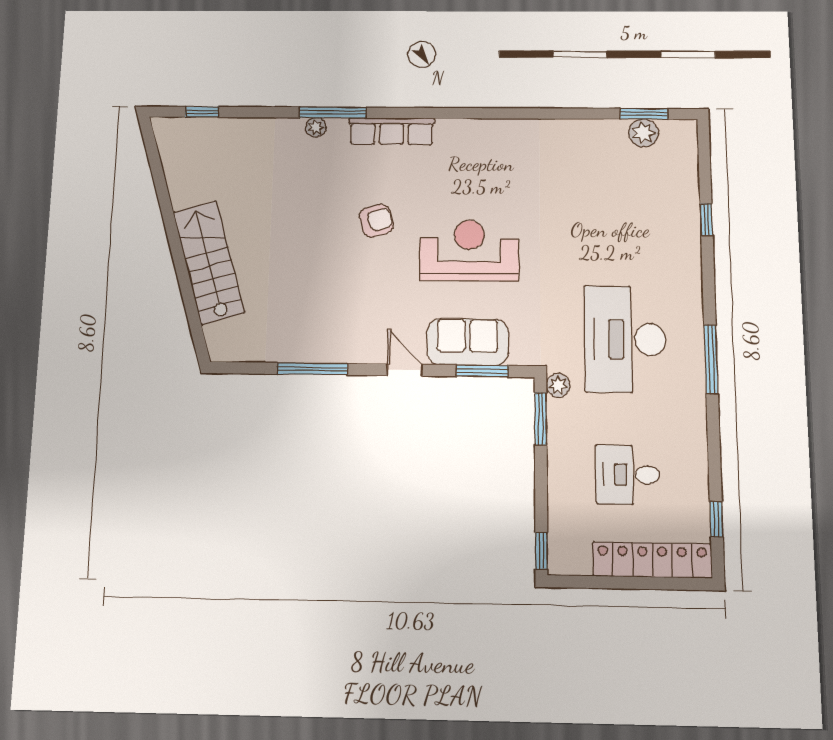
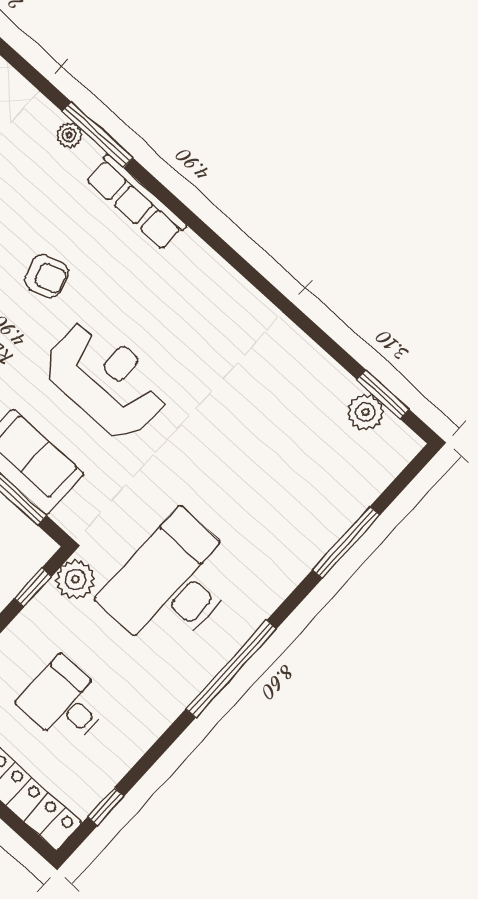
window: (706, 219) -> (346, 542), width x2.17
window: (711, 359) -> (231, 669), width x1.46
plant: (558, 385) -> (75, 579), width x1.38, depth x1.38
window: (541, 419) -> (33, 587), width x0.67

